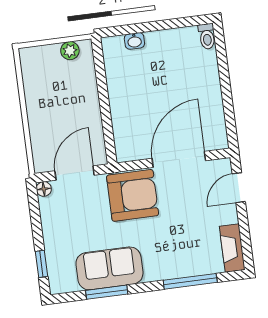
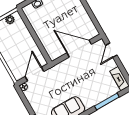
door: (179, 159) -> (79, 49), hinge flipped
armchair: (133, 195) -> (65, 73), removed

